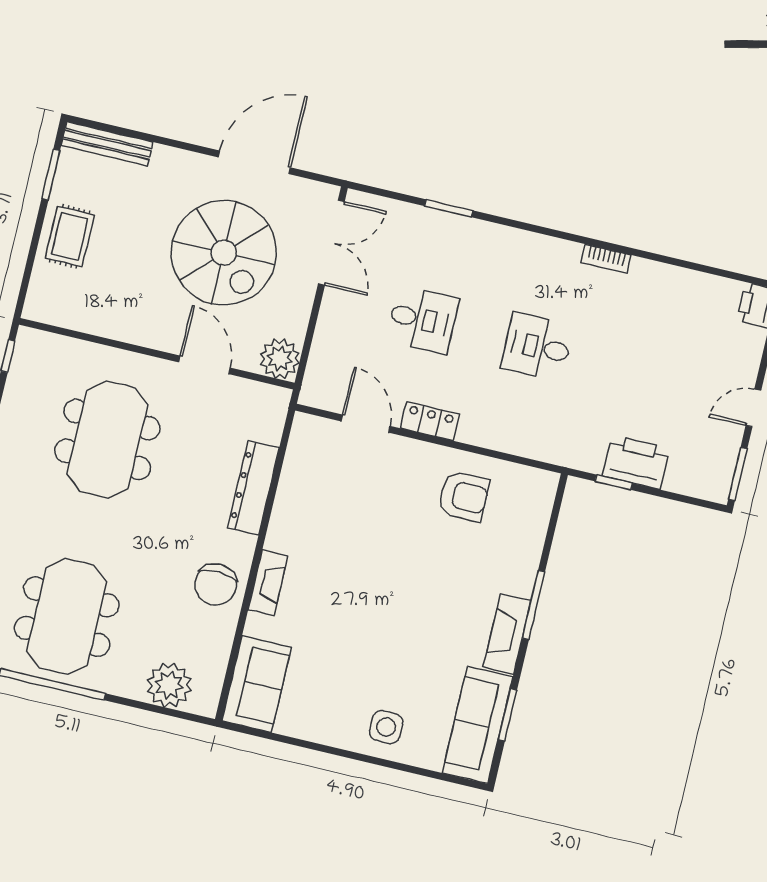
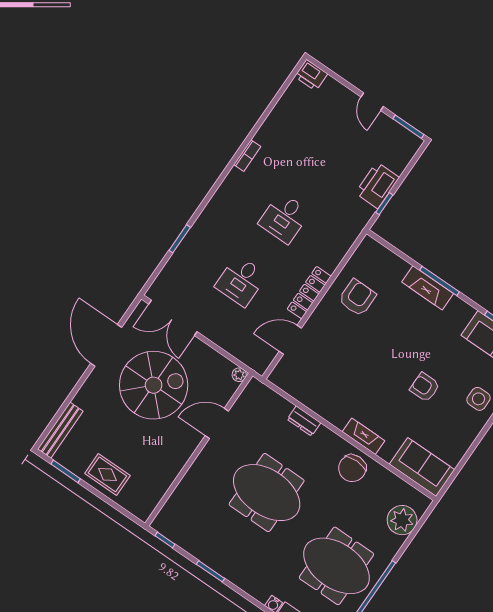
double door: (331, 243) -> (173, 318), swing flipped
desk: (423, 320) -> (241, 281), turned 180
plant: (280, 359) -> (239, 375), width x0.53, depth x0.53
locker: (430, 421) -> (309, 293), width x1.53
meeting table: (107, 440) -> (267, 493), moved
dresser: (253, 488) -> (304, 421), width x0.51, depth x0.80
chair: (216, 585) -> (352, 468), turned 88
fireplace: (507, 634) -> (428, 288), moved
armchair: (373, 643) -> (425, 387), added

